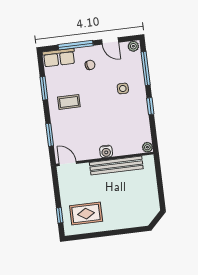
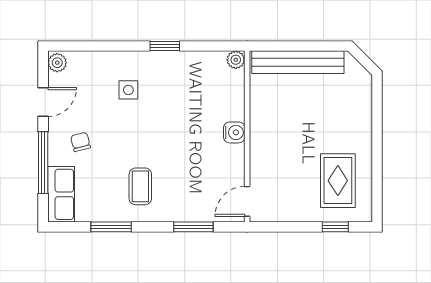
window: (146, 68) -> (98, 46), removed
bench: (116, 166) -> (298, 62), moved, turned 90

